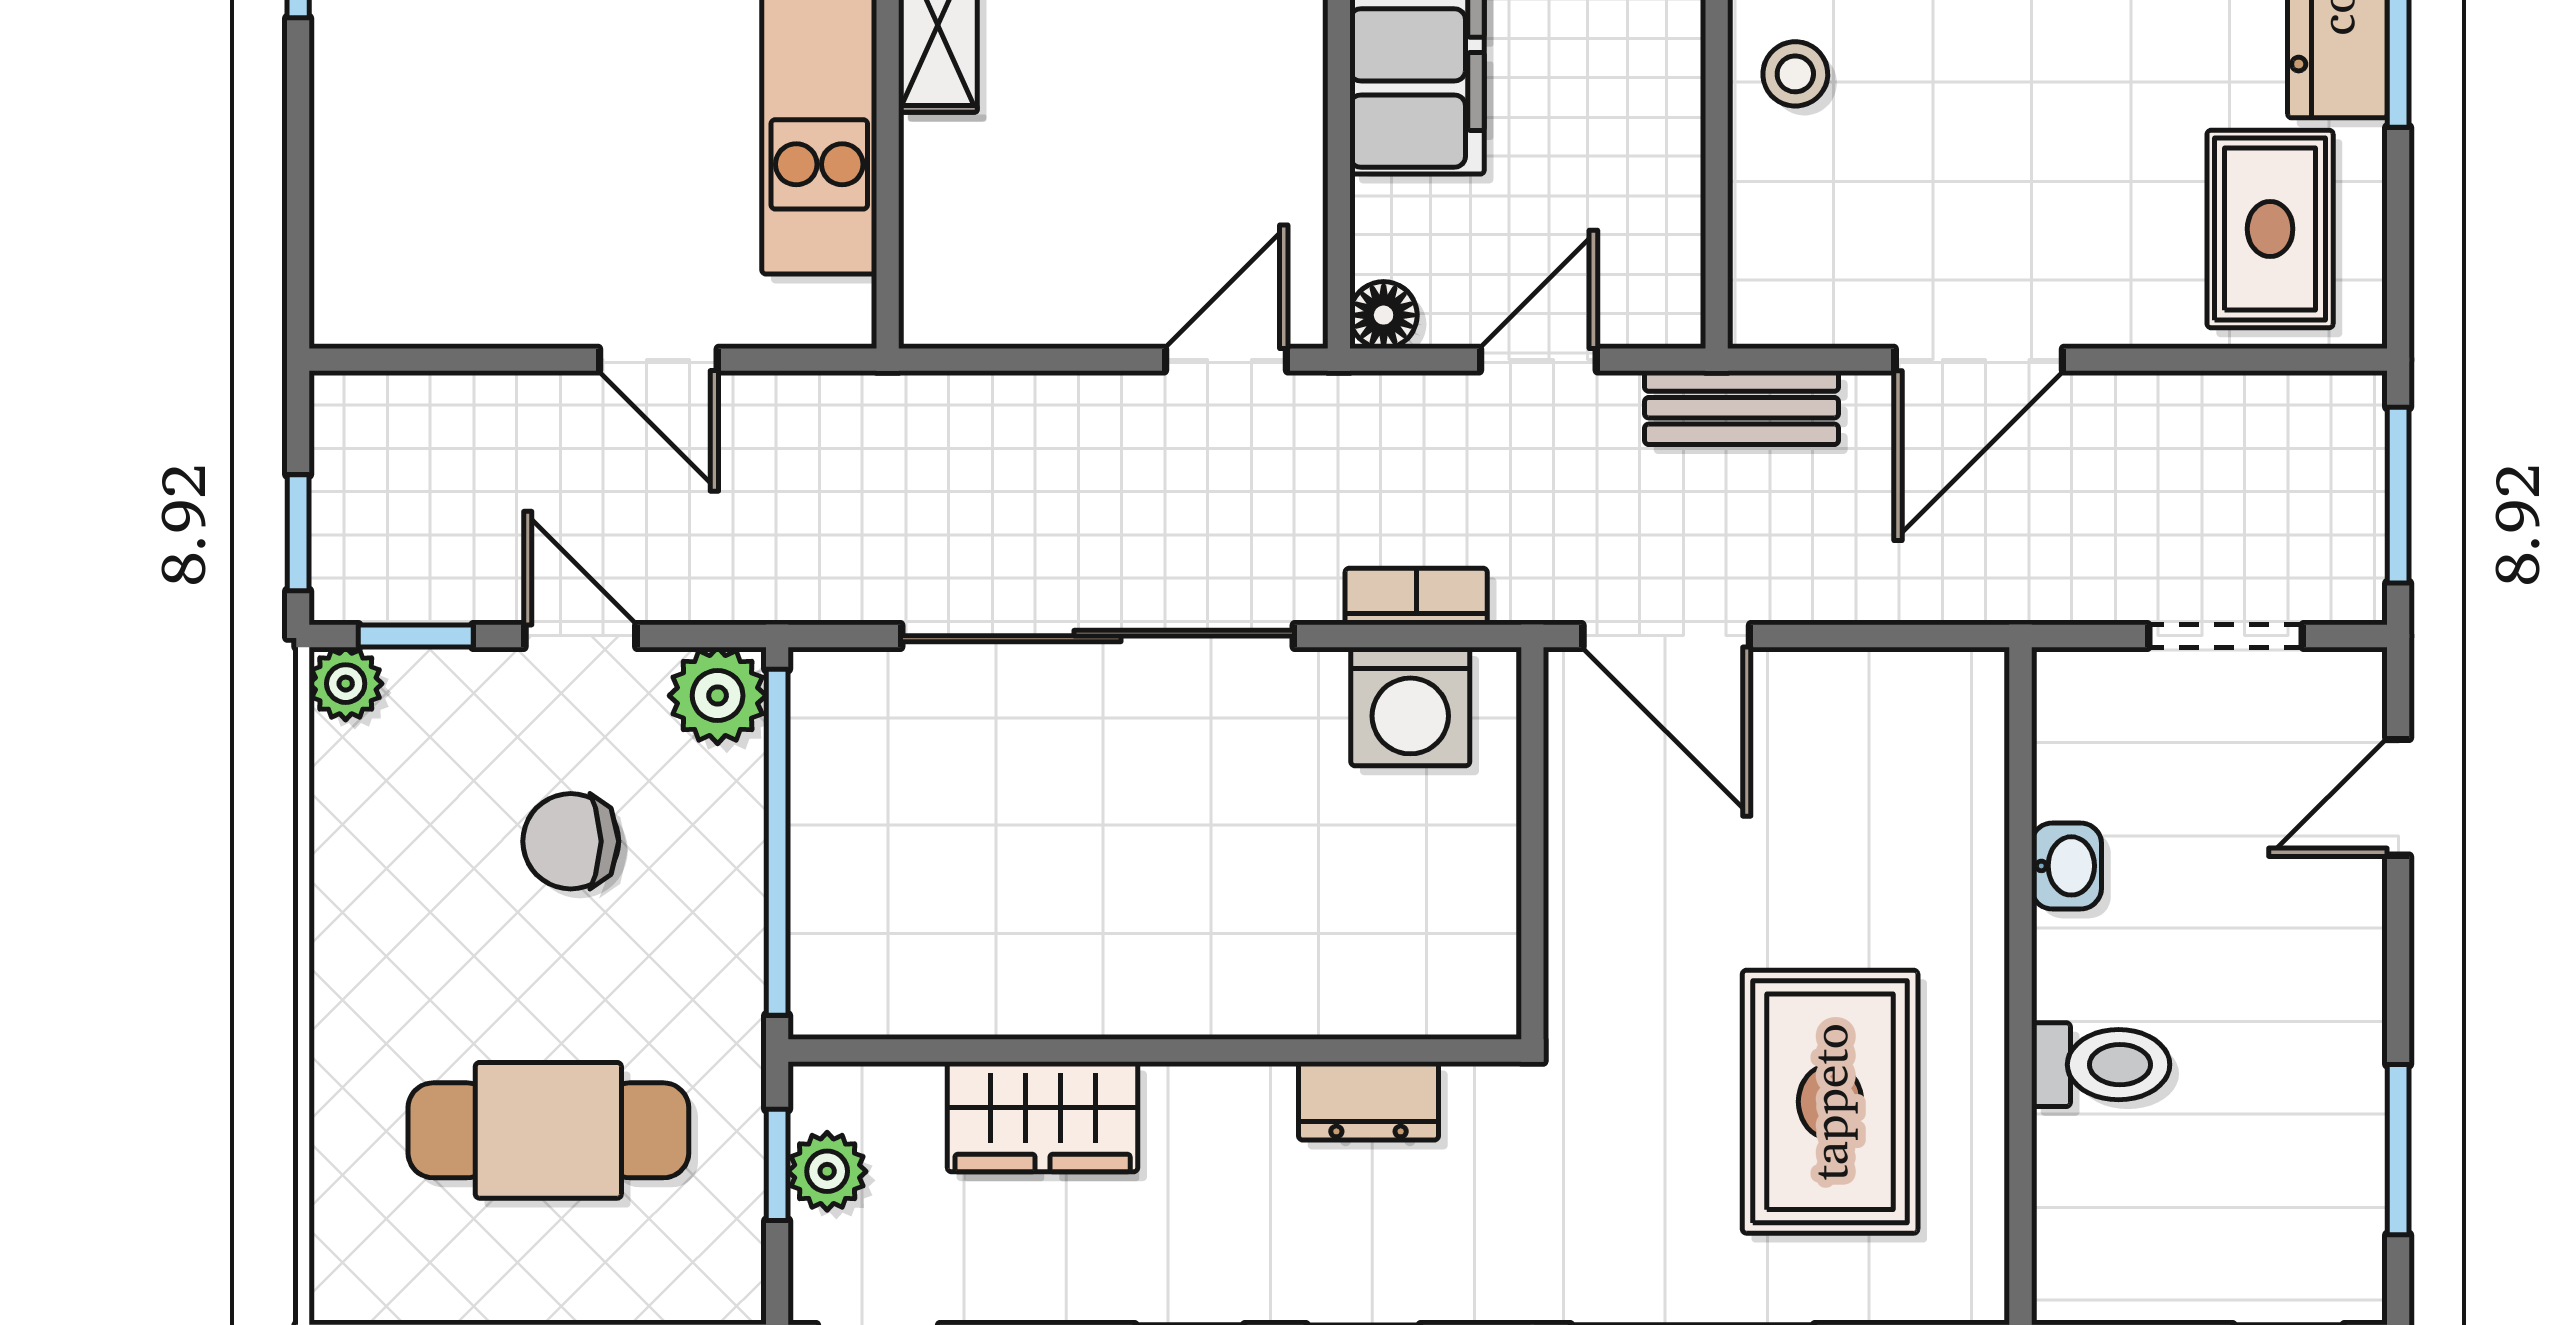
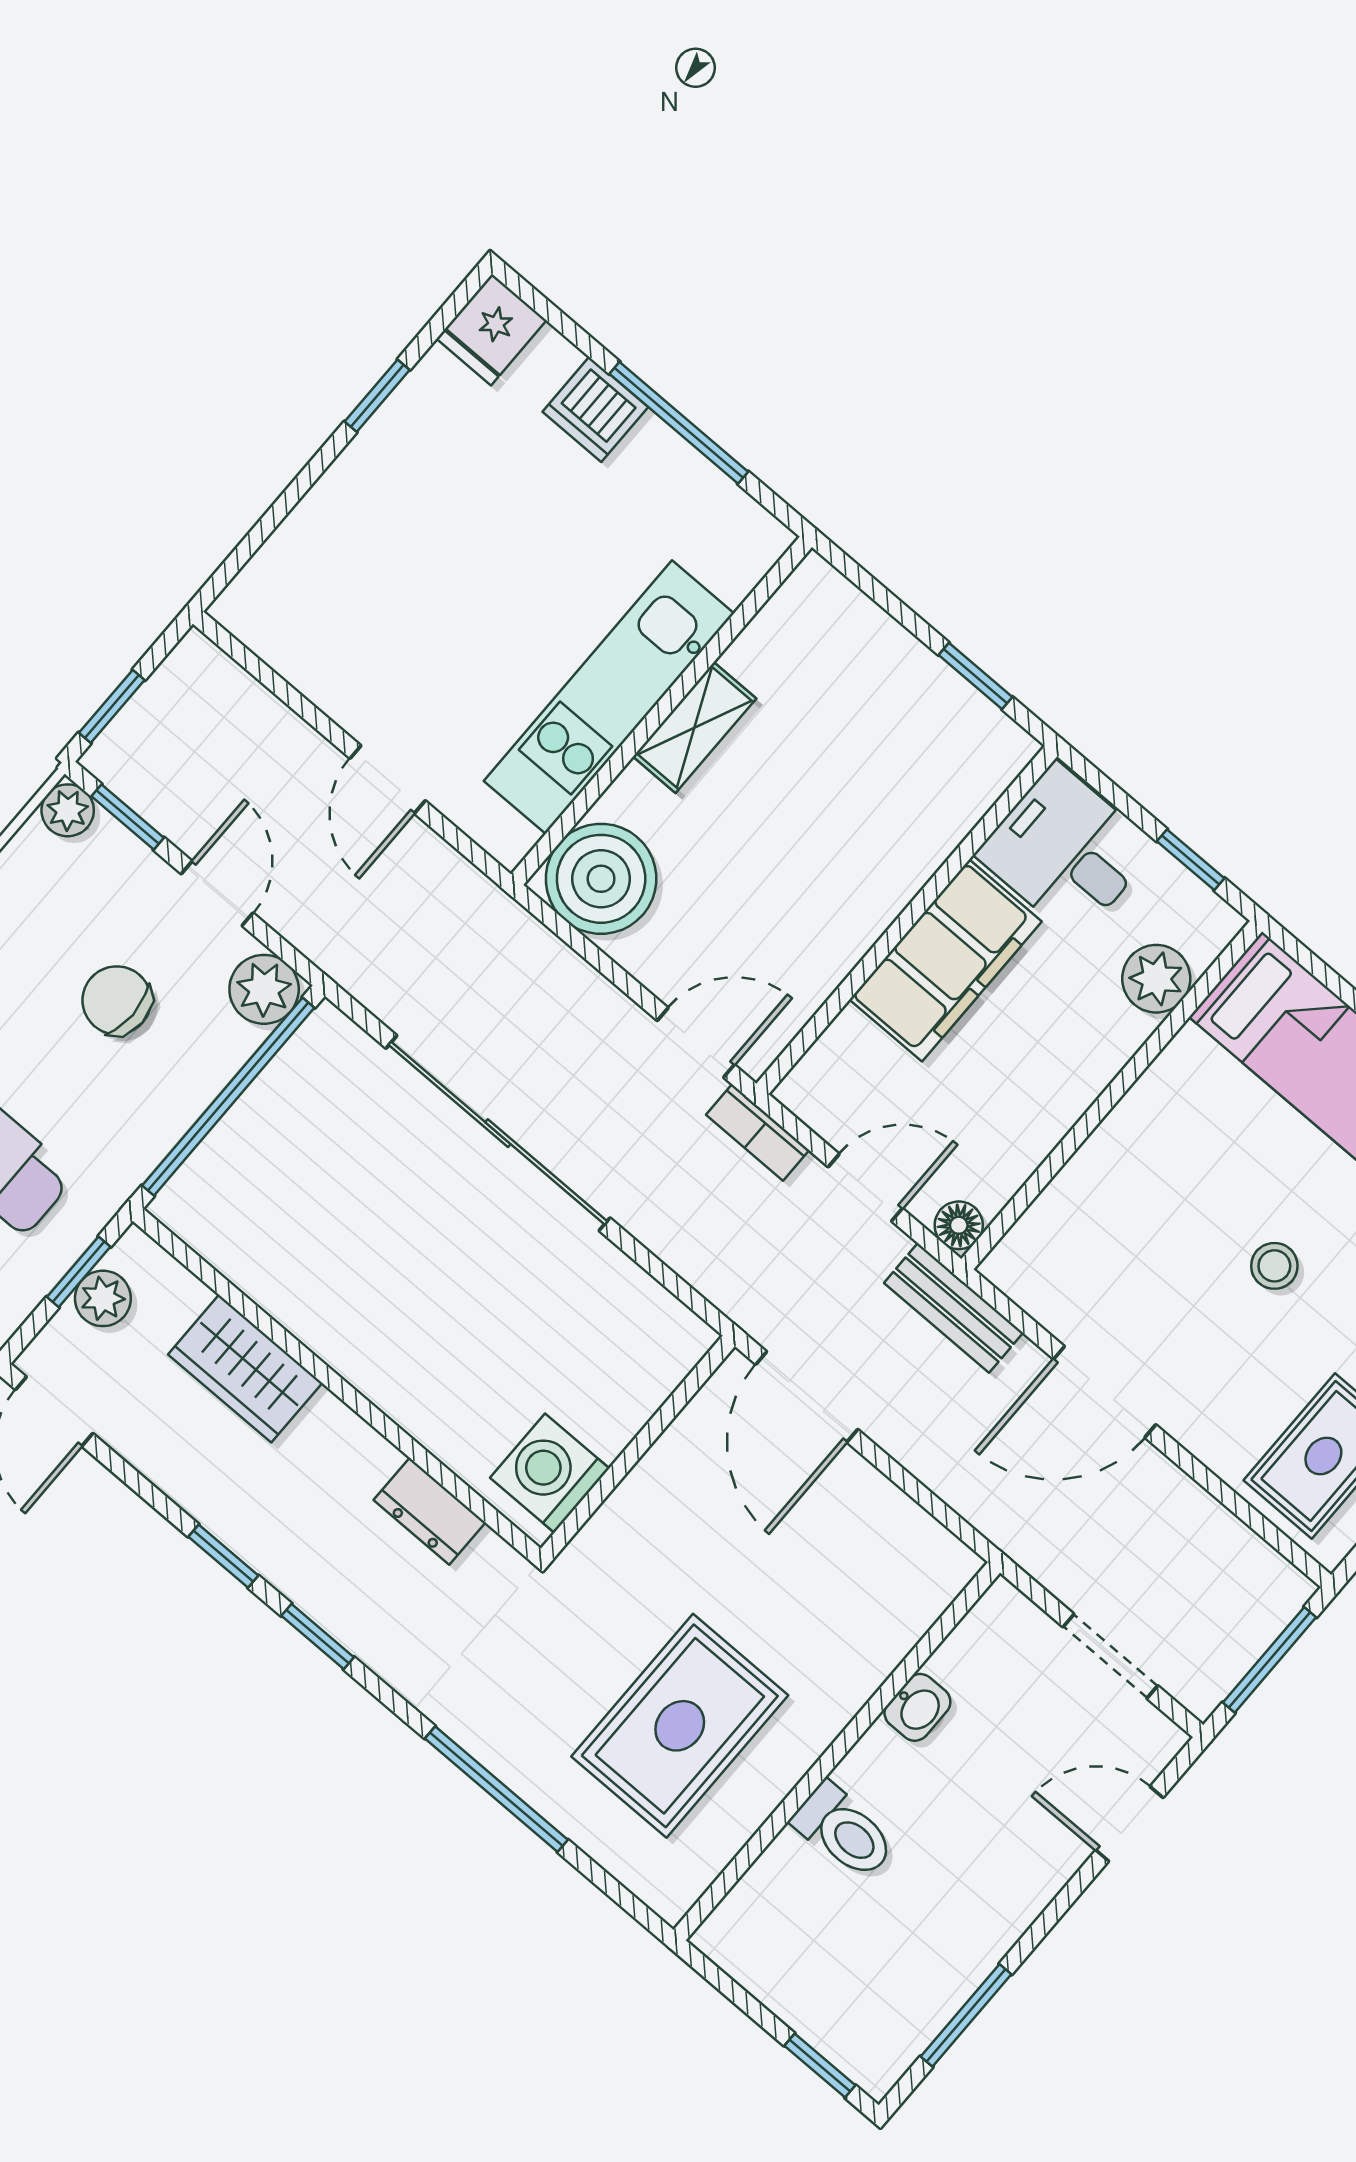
stool: (1795, 74) -> (1274, 1266), moved
boiler: (976, 271) -> (601, 879), added
floor lamp: (1384, 315) -> (959, 1225), moved
bookcase: (1416, 597) -> (758, 1132), moved, turned 180
washing machine: (1410, 706) -> (550, 1473), moved, turned 90

